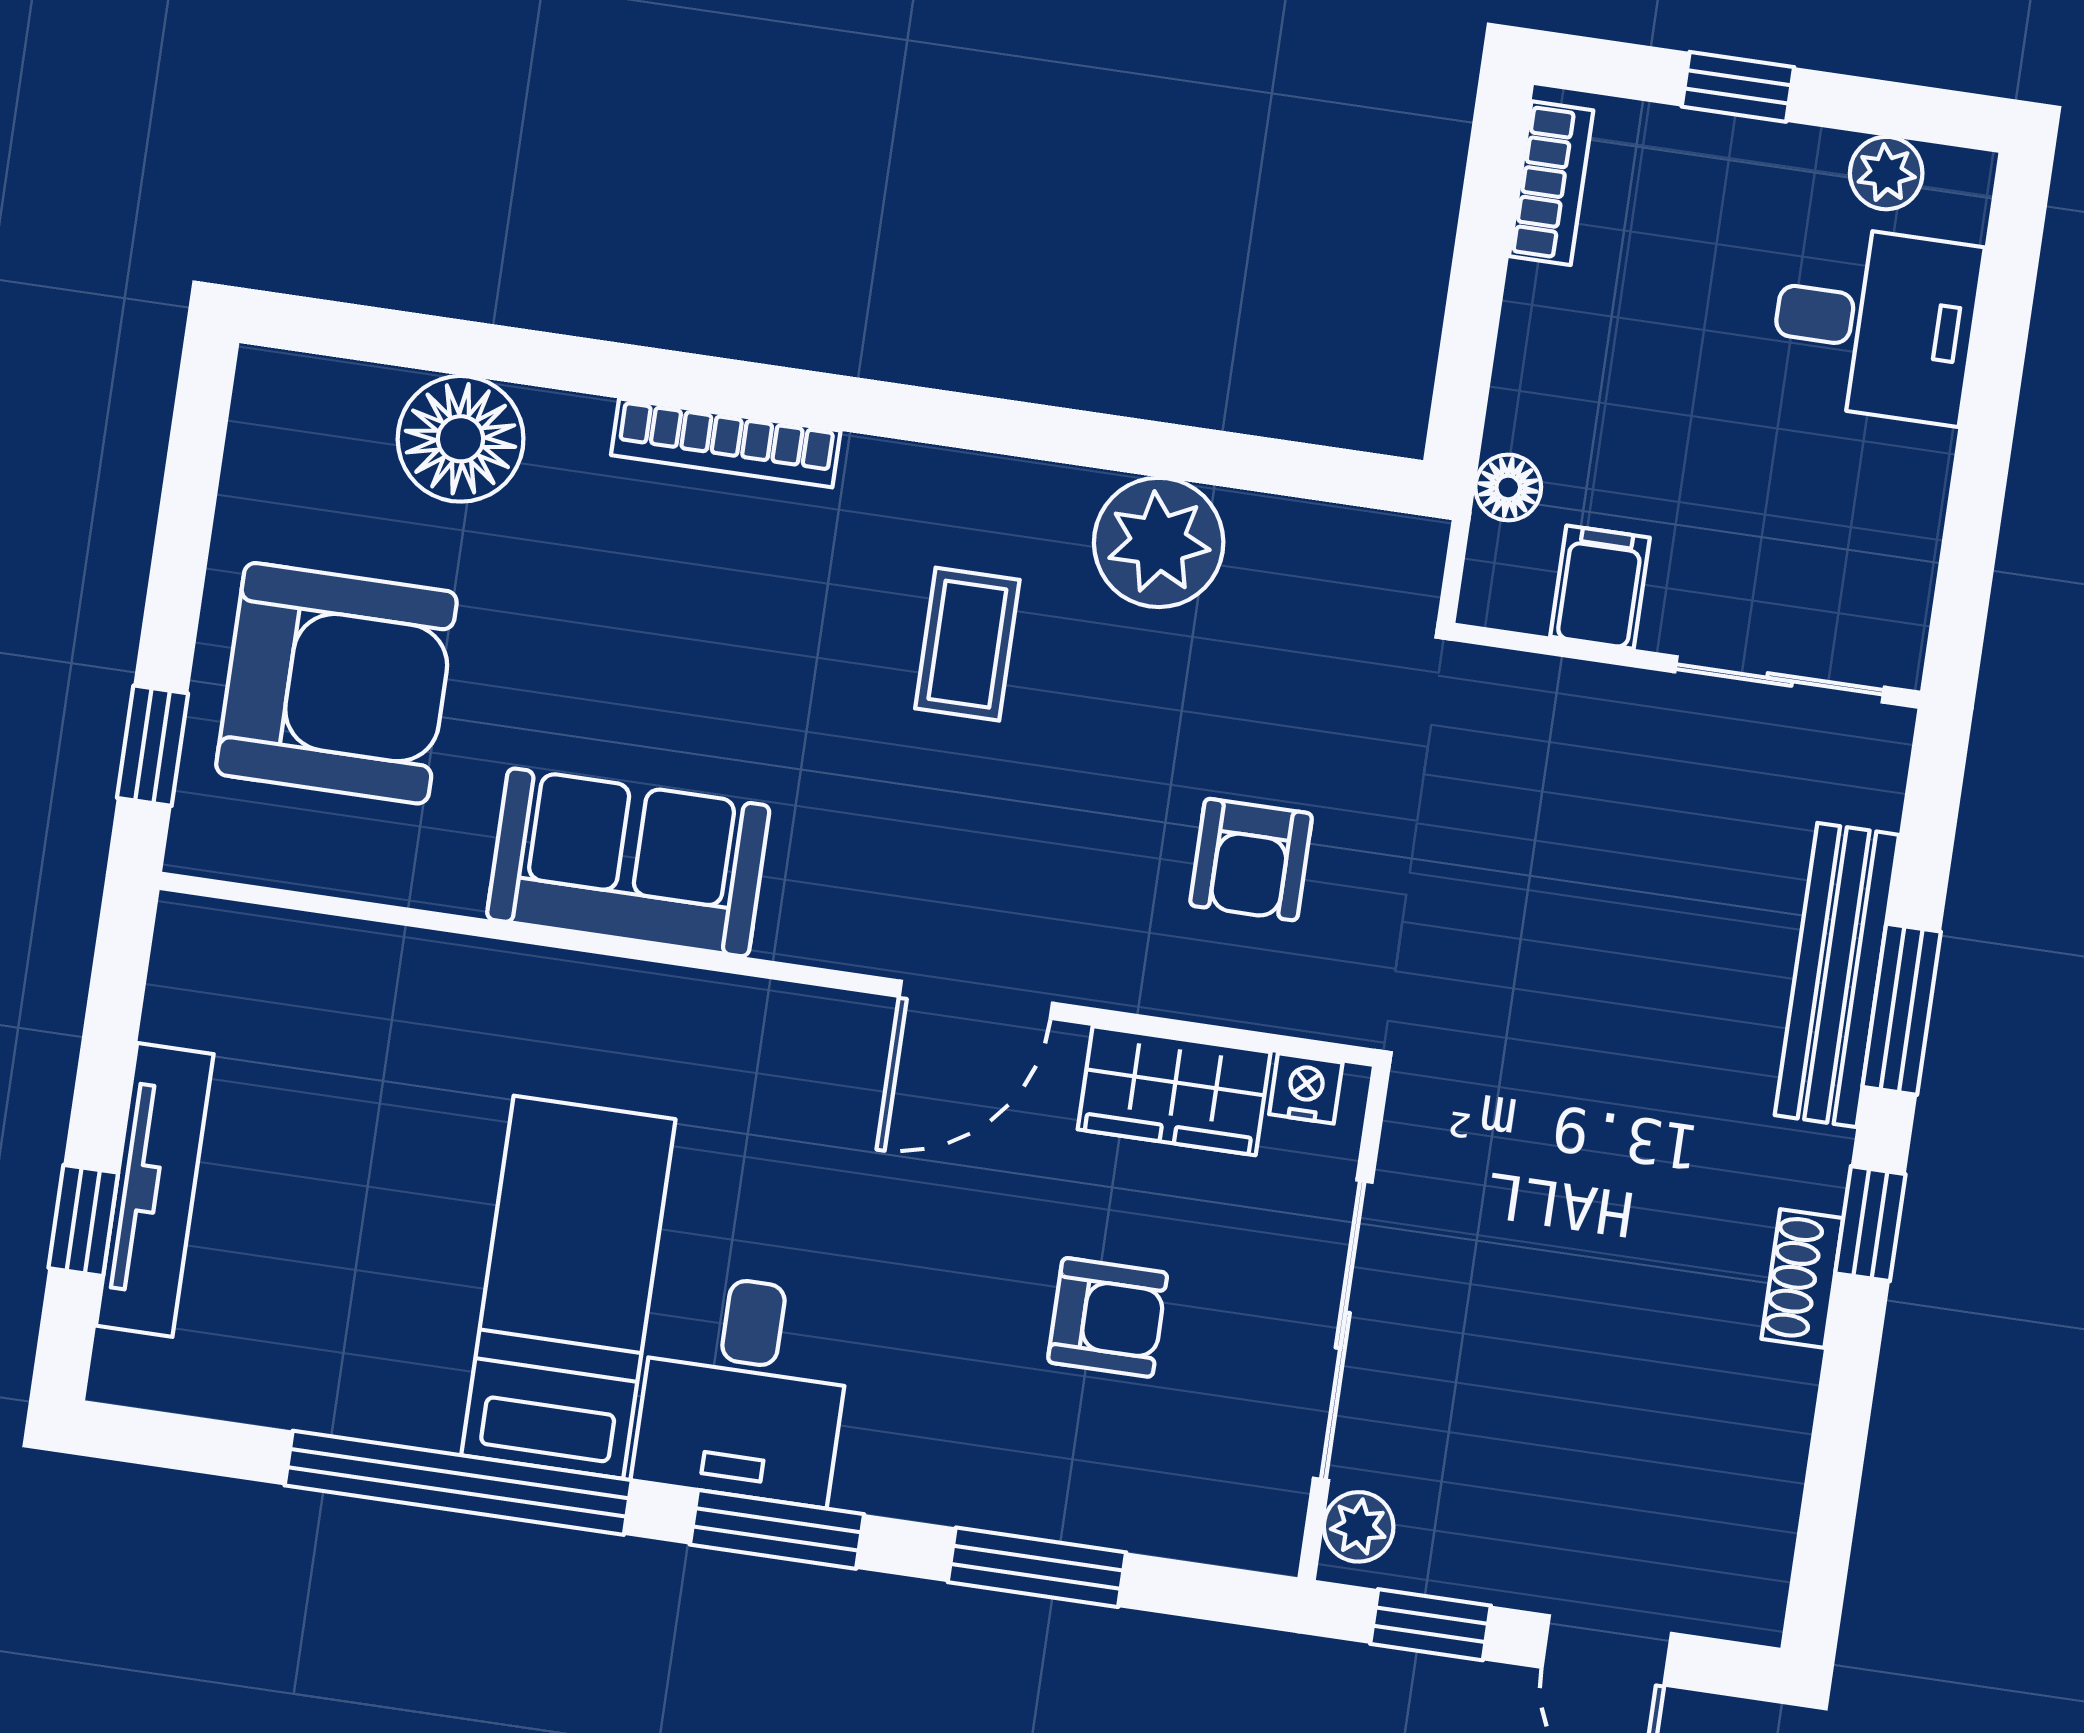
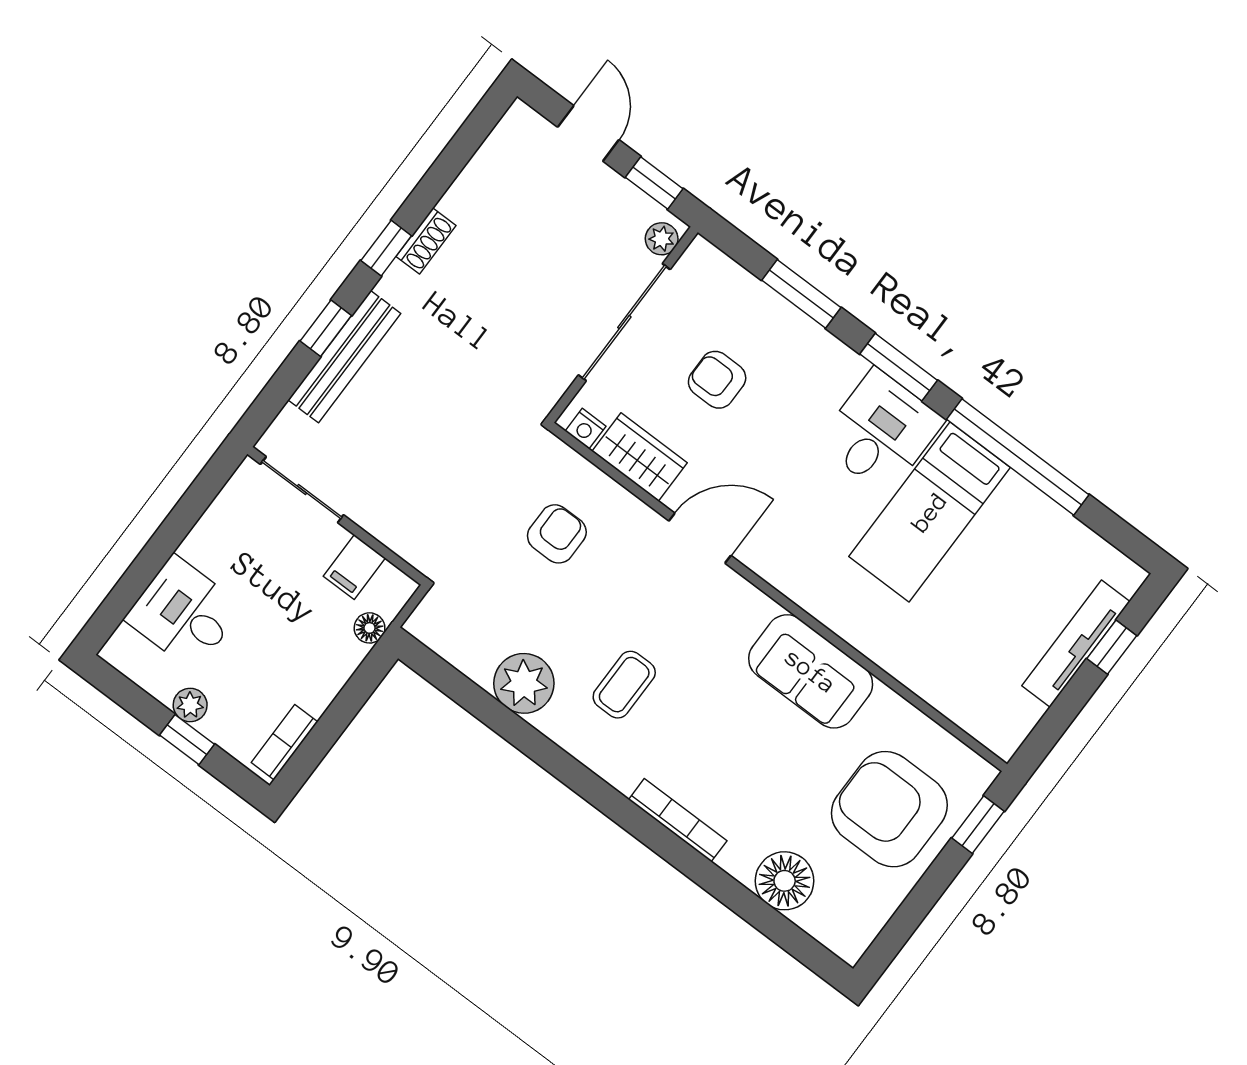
plant: (1886, 173) -> (190, 705), moved
window: (1902, 1009) -> (326, 328), width x0.67

